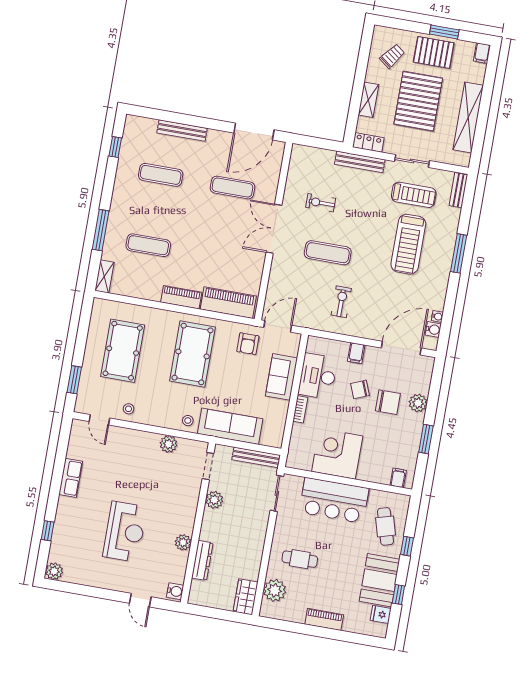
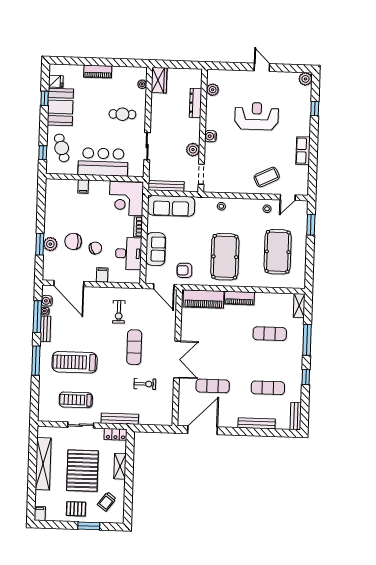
window: (444, 32) -> (89, 526), moved
pallet: (434, 52) -> (76, 509), width x0.67, depth x0.71
bench: (130, 133) -> (296, 416), added
window: (115, 147) -> (306, 377), moved
bench: (458, 190) -> (45, 329), moved
treadmill: (408, 244) -> (75, 362), turned -90
exercise mat: (328, 253) -> (134, 347), turned 90
window: (449, 311) -> (37, 317), added
door: (278, 326) -> (164, 287), hinge flipped
armchair: (248, 344) -> (184, 270), turned -92
door: (401, 348) -> (69, 283), hinge flipped
door: (99, 420) -> (288, 197), swing flipped
sofa: (230, 426) -> (171, 206), moved
window: (426, 439) -> (40, 244), moved
plant: (169, 444) -> (233, 187), removed
coffee table: (123, 450) -> (267, 177), added
corner desk: (337, 454) -> (126, 199), moved, turned 90
filing cabinet: (398, 478) -> (83, 187), moved
sliding door: (277, 493) -> (147, 146), moved
reception desk: (125, 532) -> (257, 116), turned 90
plant: (183, 542) -> (213, 90), moved
window: (407, 546) -> (43, 153), moved
plant: (275, 590) -> (142, 84), width x0.53, depth x0.53
water cooler: (175, 591) -> (211, 136), moved
door: (140, 600) -> (262, 67), moved

